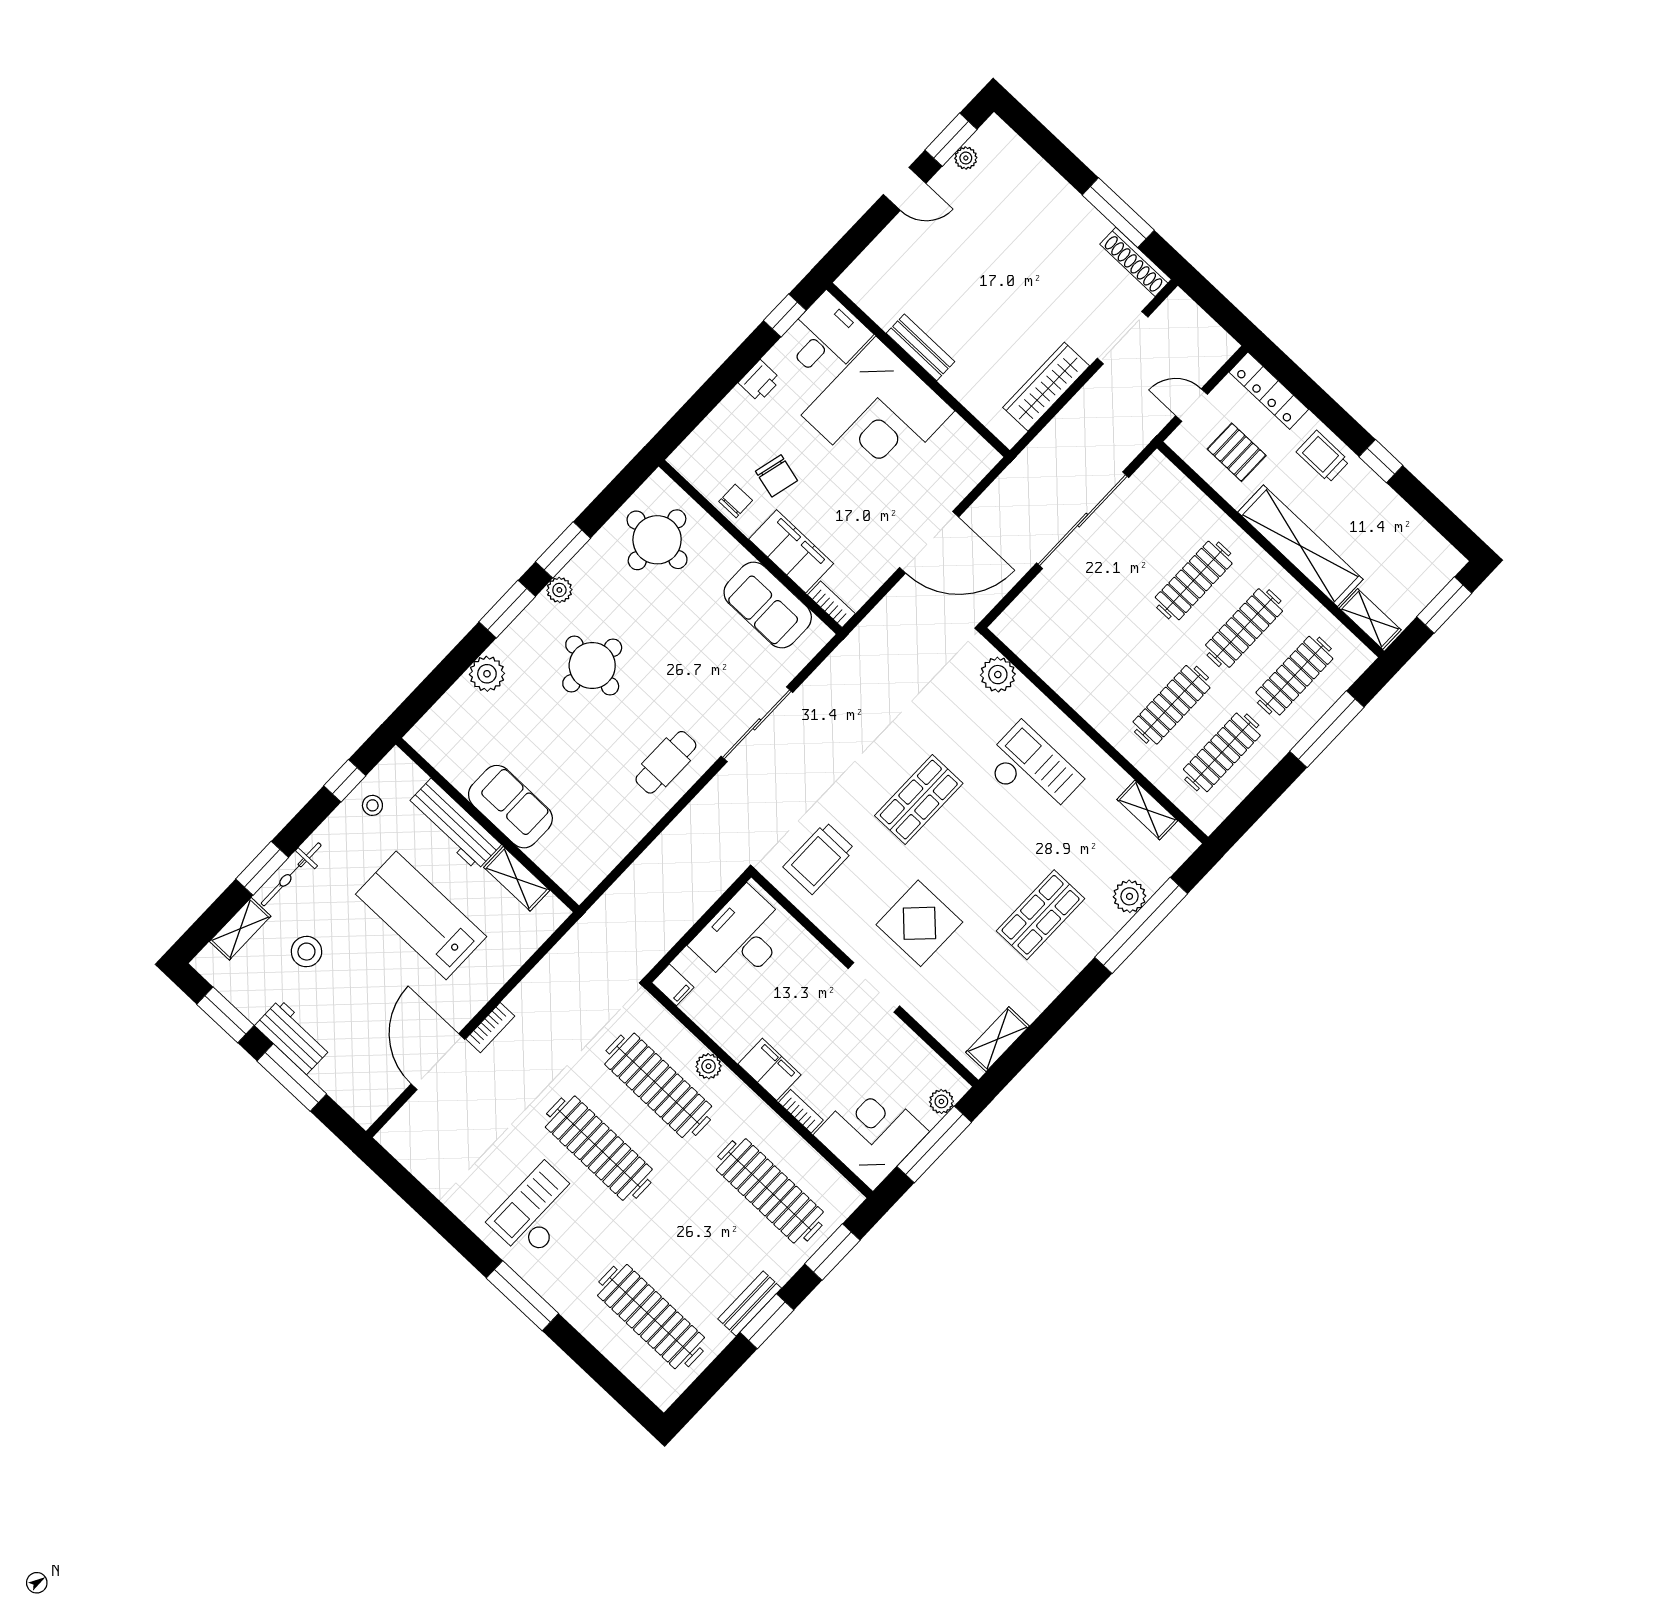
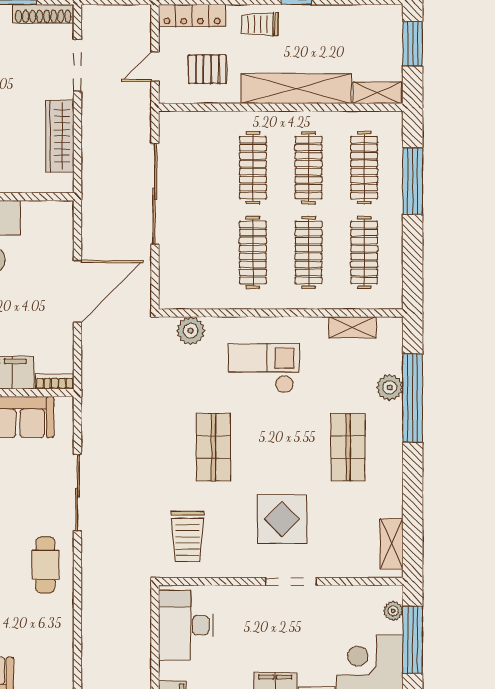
clothes rail: (1121, 657) -> (253, 252), added

